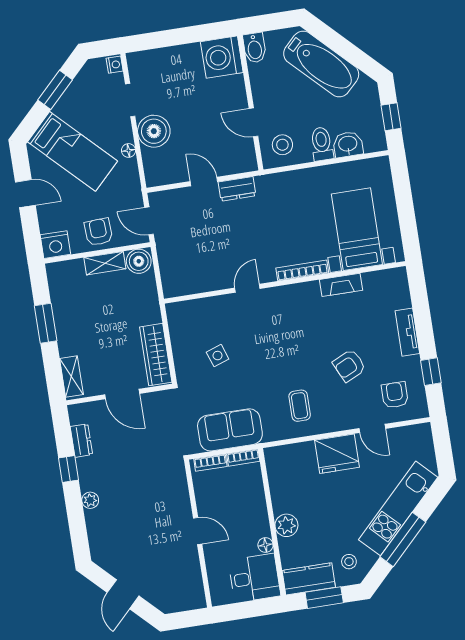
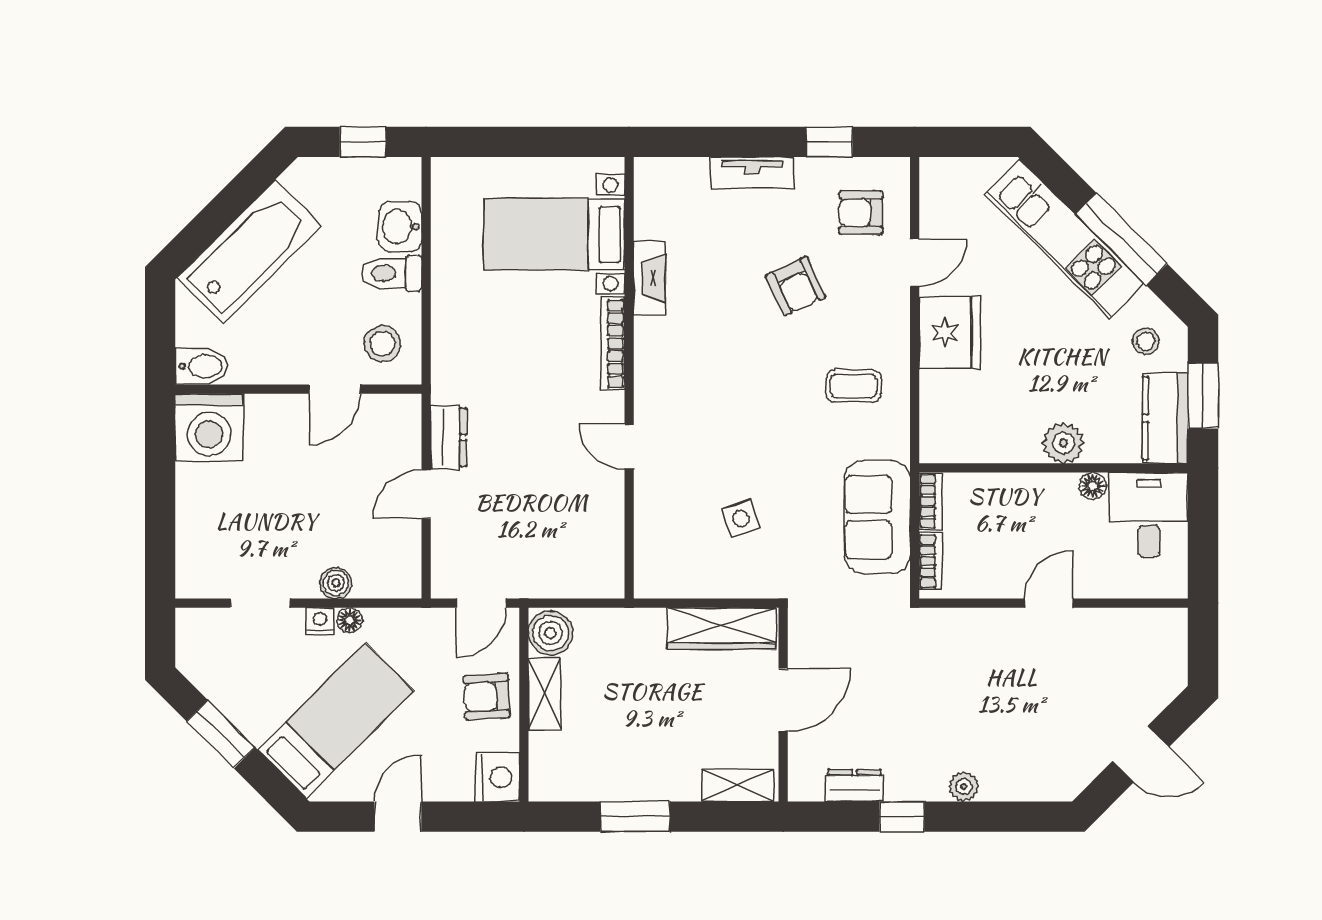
nightstand: (115, 65) -> (320, 621), moved
boiler: (154, 131) -> (336, 583), width x0.54, depth x0.54

